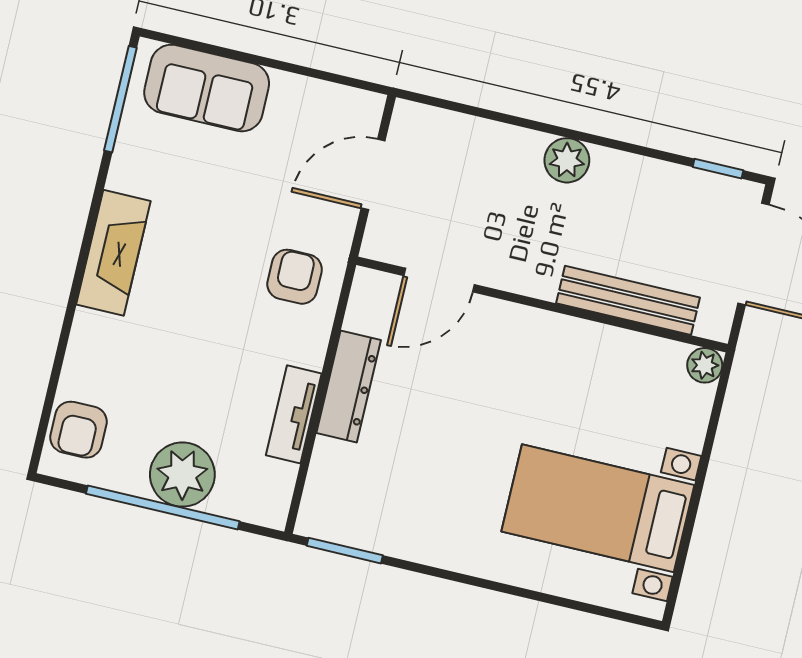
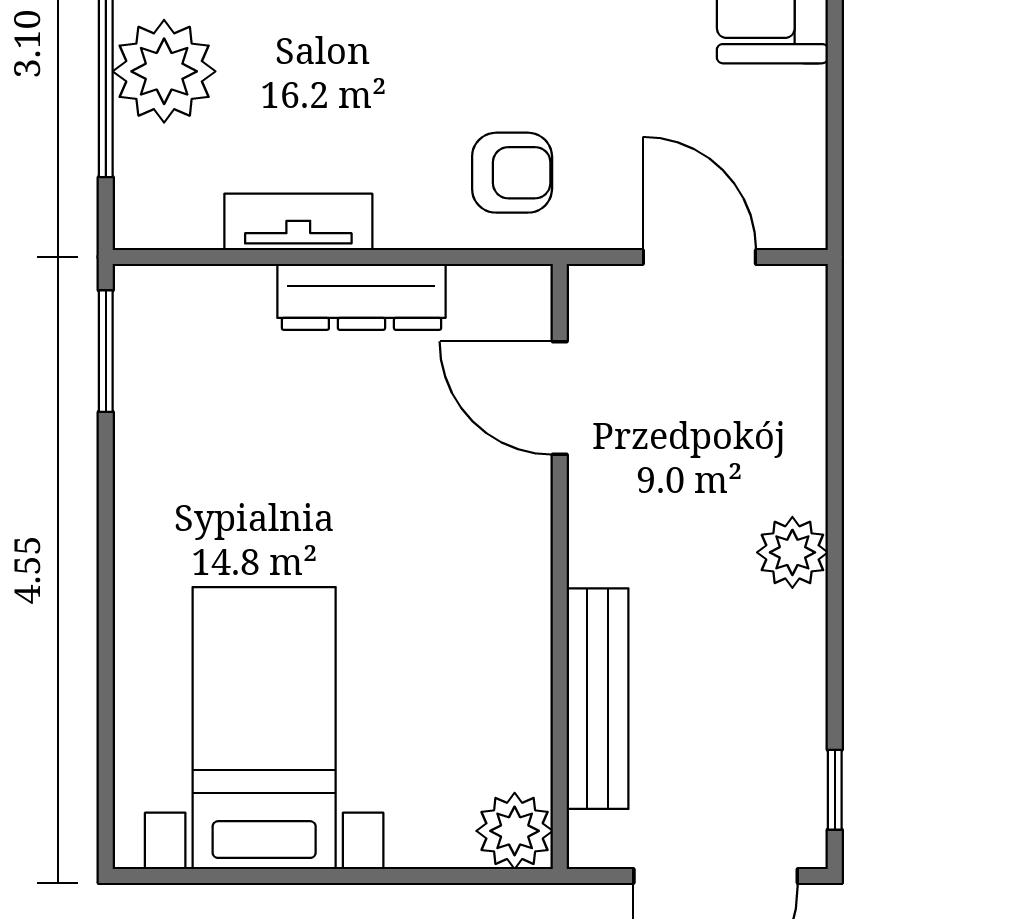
plant: (705, 365) -> (515, 831), width x1.38, depth x1.38

